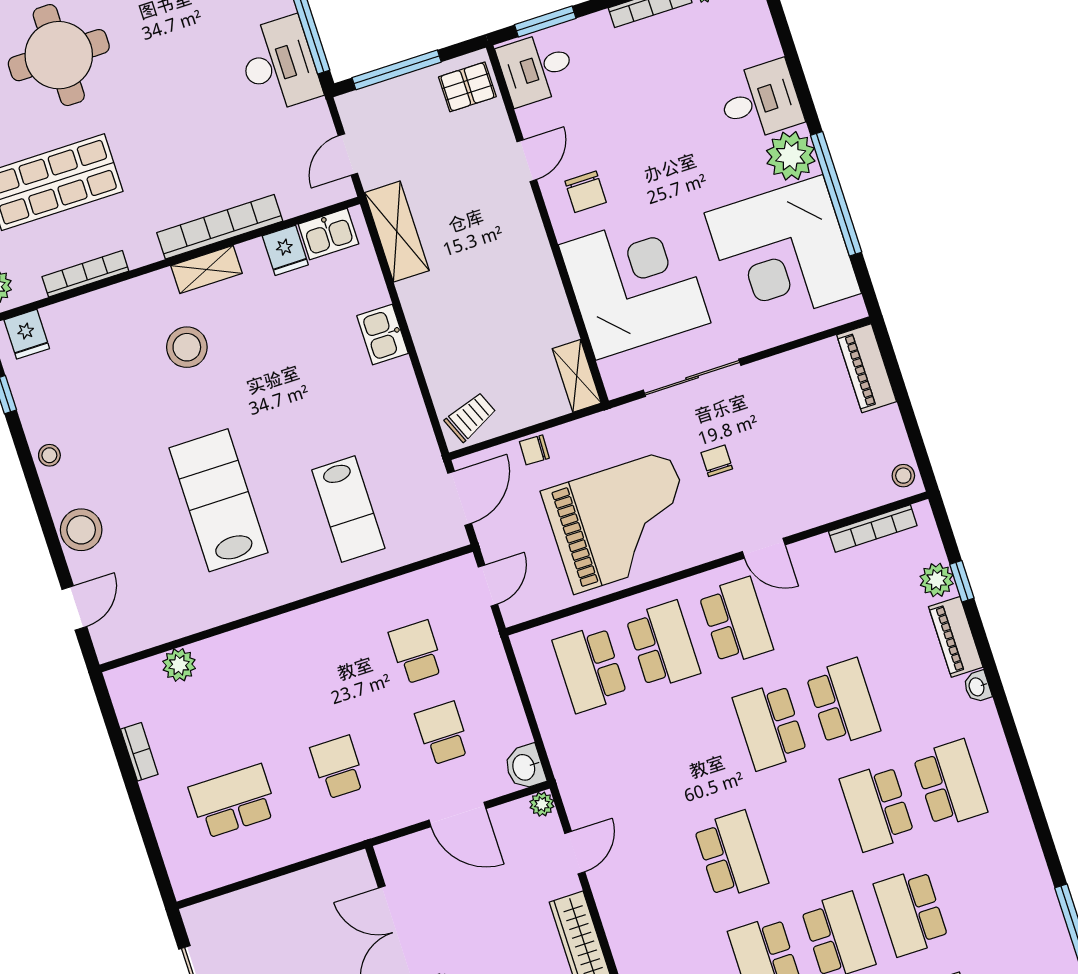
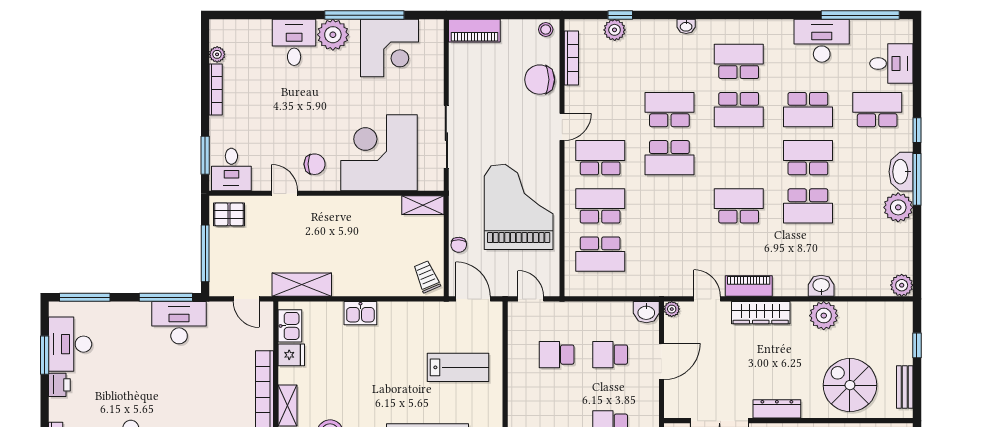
pallet: (467, 87) -> (229, 214), turned 90
corner desk: (783, 253) -> (389, 48), width x0.74, depth x0.74
chair: (717, 461) -> (540, 80), moved, width x1.87, depth x1.87
piano: (956, 637) -> (749, 286), moved, turned 180
desk: (1022, 899) -> (822, 41), added

